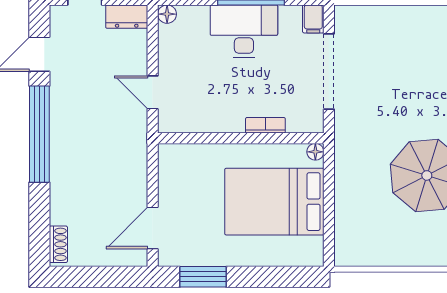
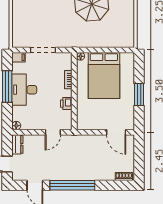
doorway: (329, 72) -> (43, 50), width x0.73
printer: (214, 121) -> (66, 104), added
window: (203, 277) -> (139, 94), moved

